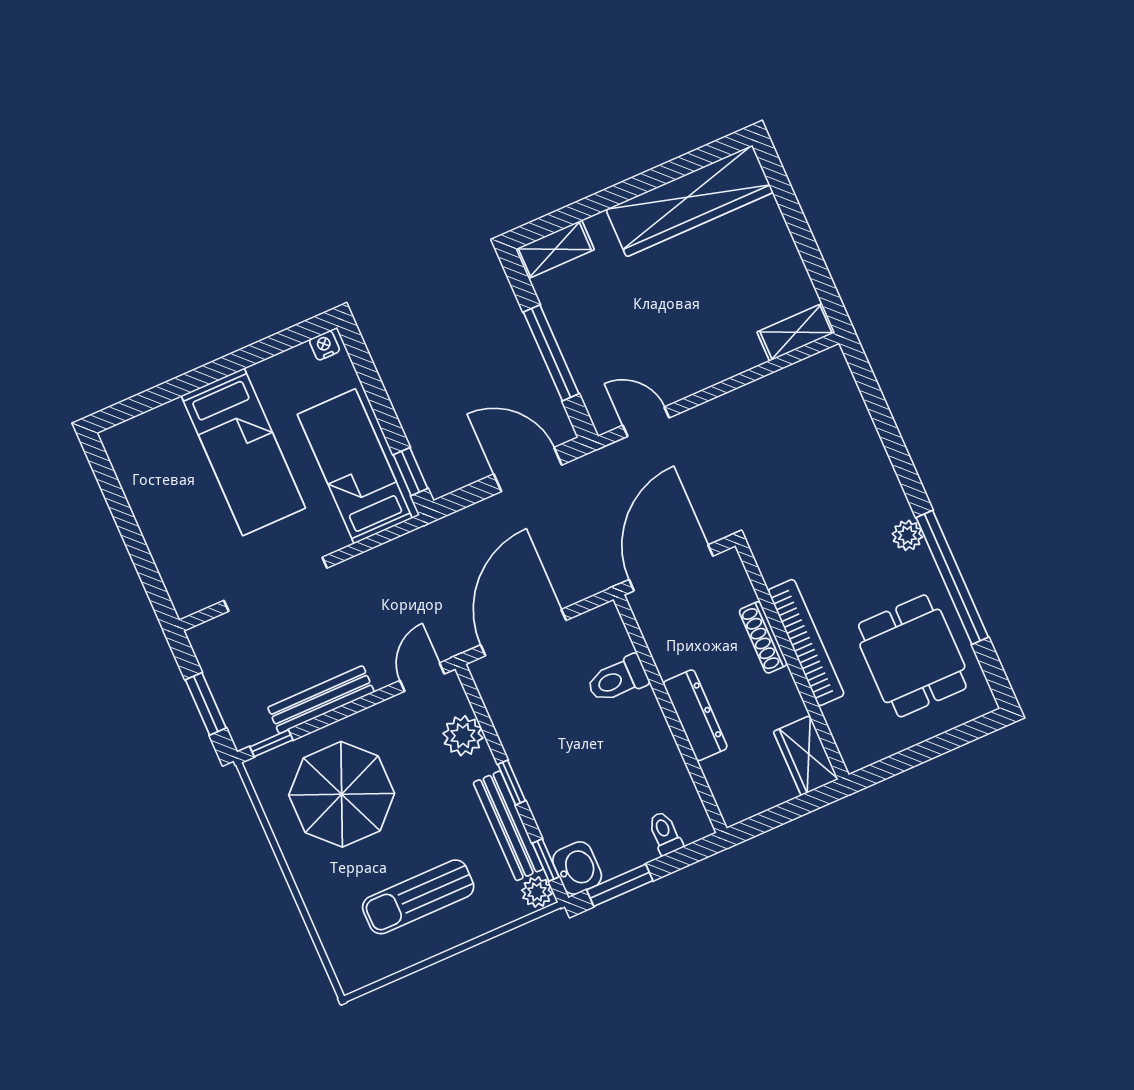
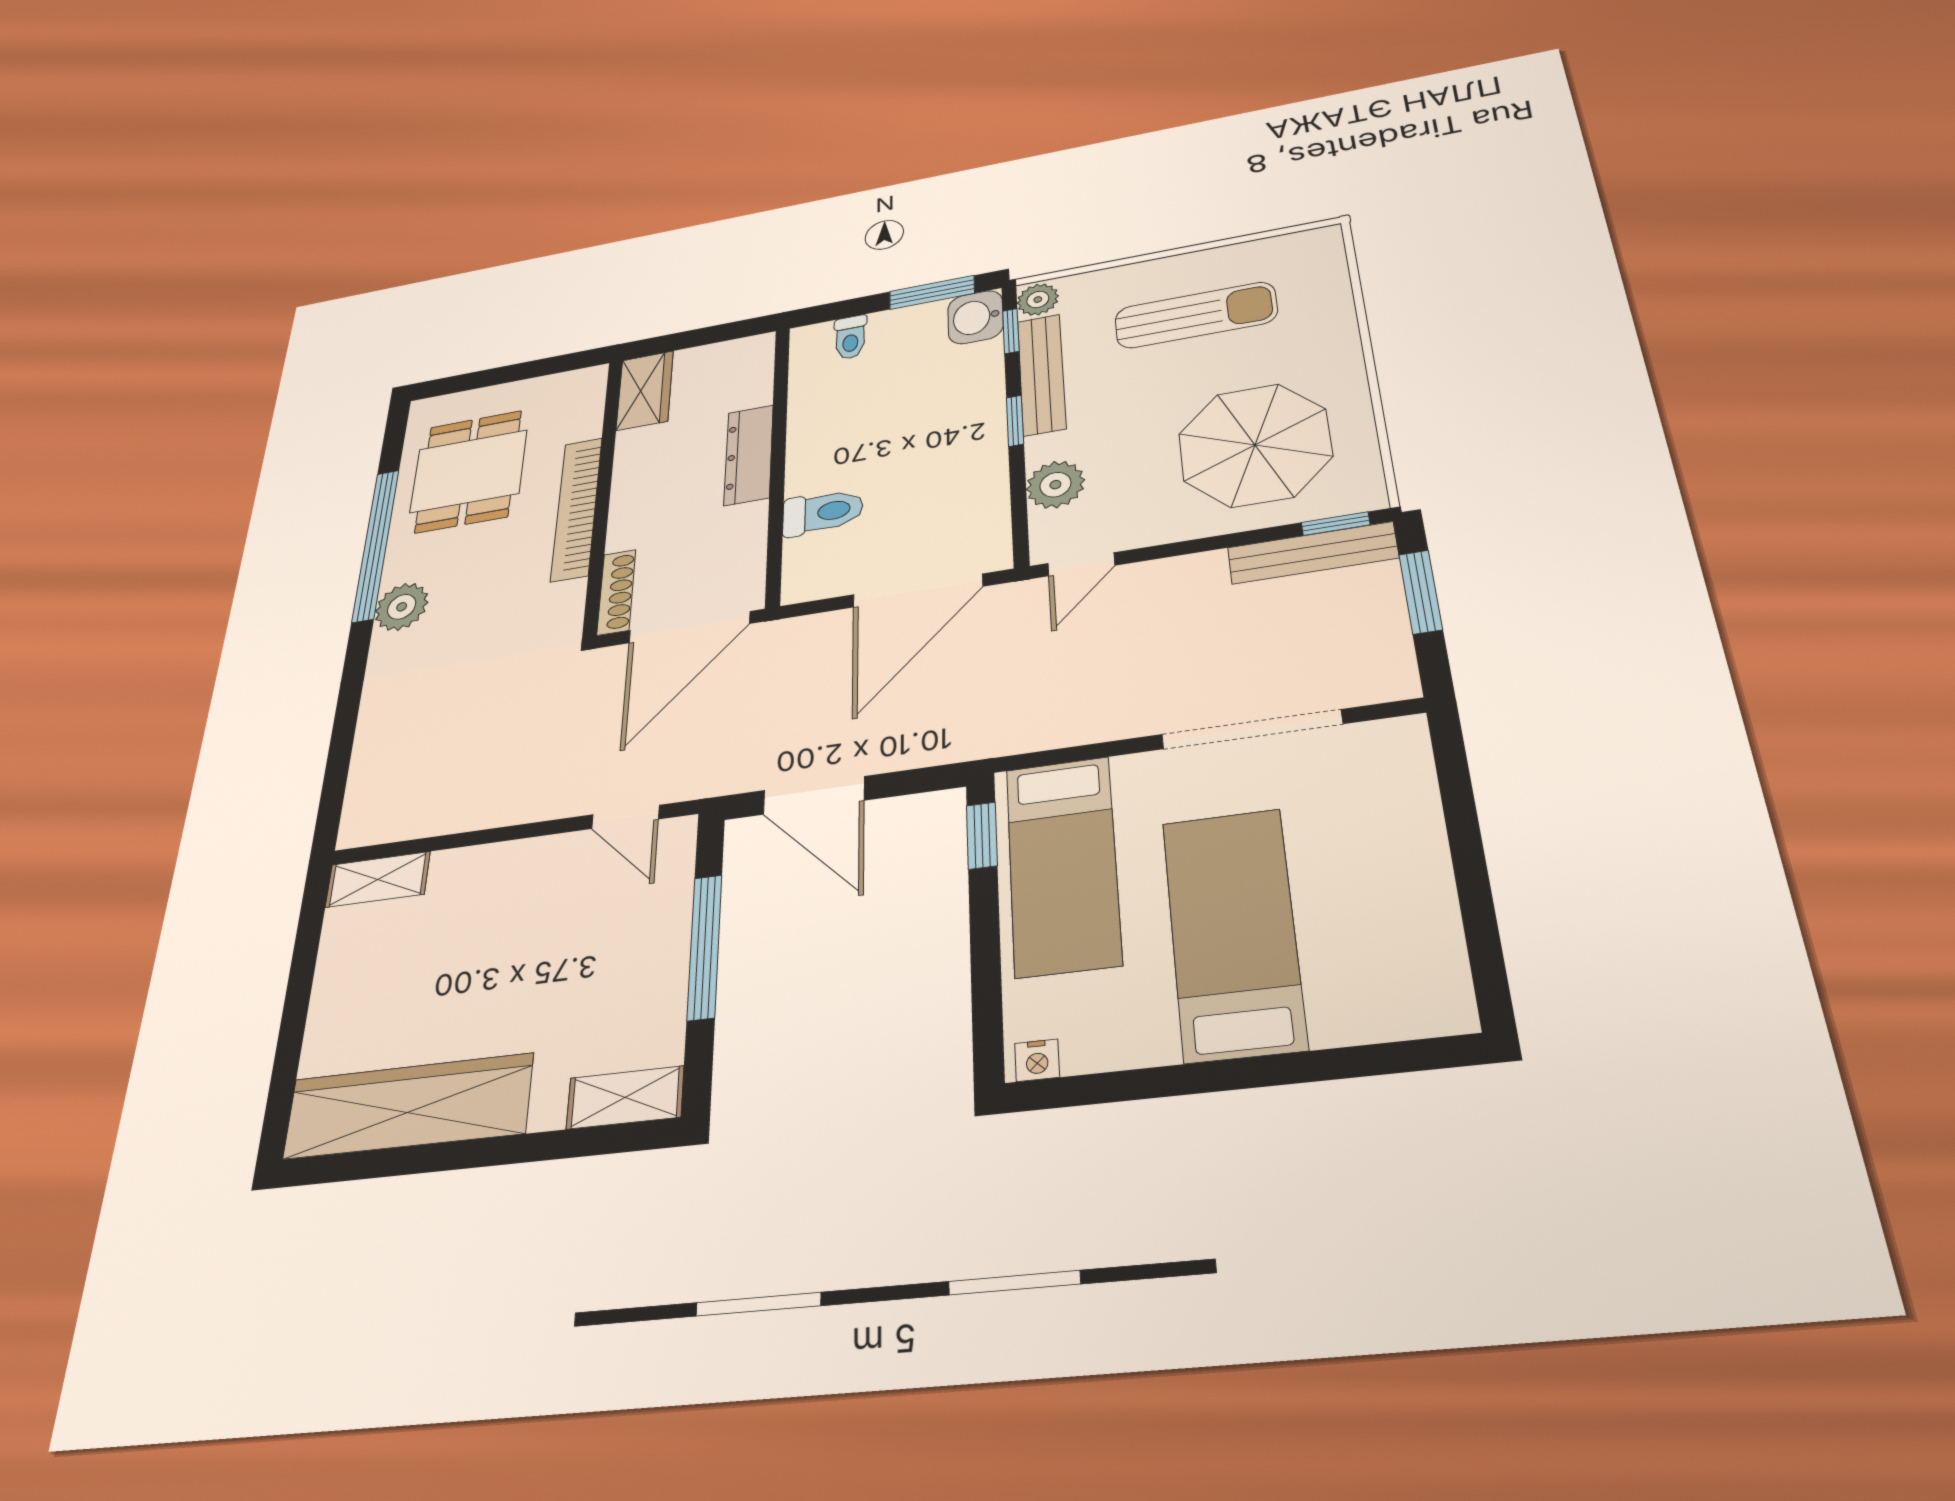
plant: (907, 535) -> (402, 607), width x1.38, depth x1.38
shoe rack: (763, 637) -> (616, 592), moved
bench: (321, 700) -> (1312, 553), moved

